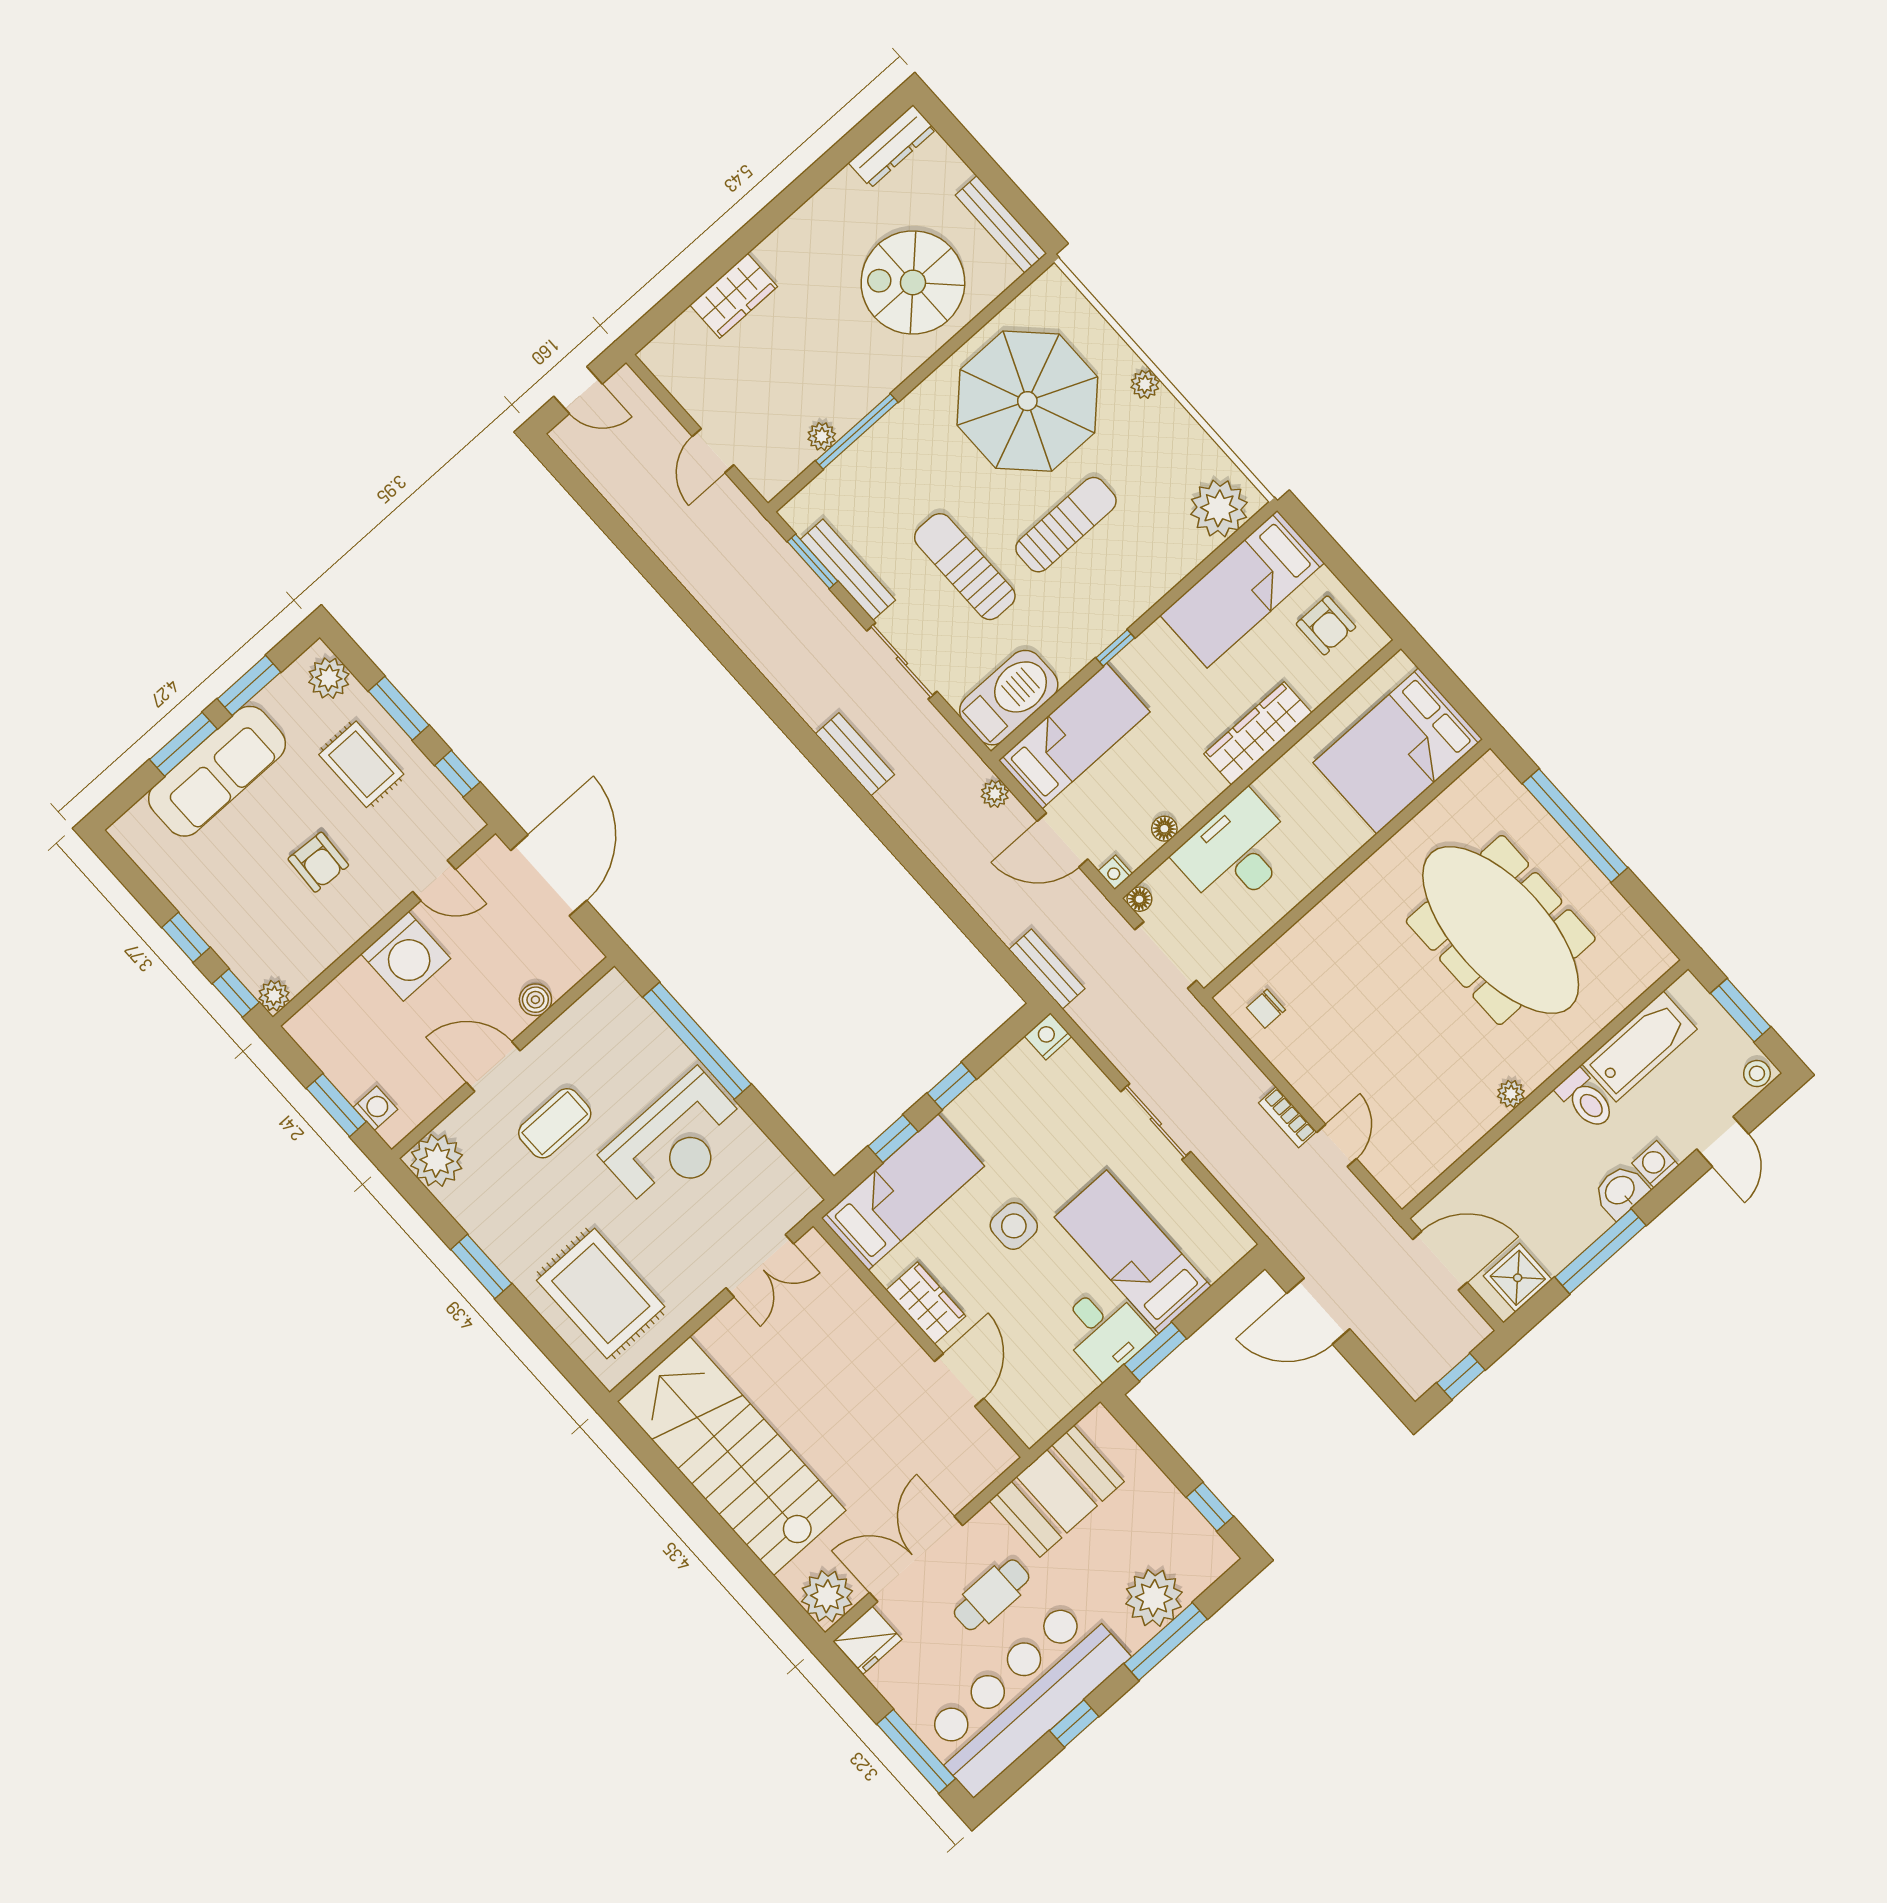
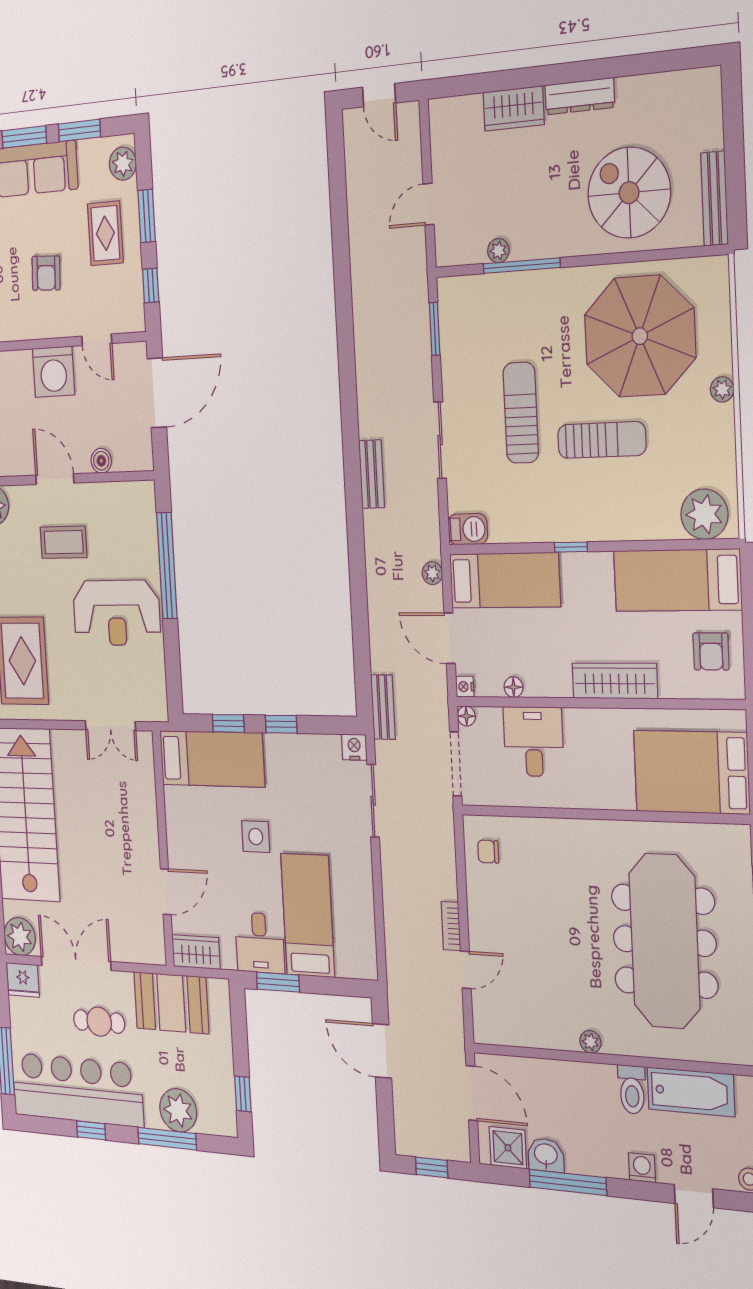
dresser: (892, 146) -> (580, 96), moved
bench: (848, 570) -> (451, 353), removed
barbecue: (1009, 698) -> (468, 529), width x0.53, depth x0.65
desk: (1236, 852) -> (533, 742), width x0.73
sliding door: (1156, 1122) -> (373, 801), moved
washbasin: (1621, 1191) -> (546, 1155), moved
wardrobe: (926, 1303) -> (196, 952), moved, turned -90

